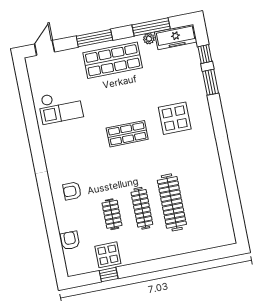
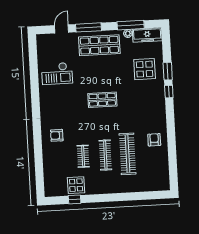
door: (45, 48) -> (62, 29), moved
window: (205, 54) -> (169, 92), moved
display table: (175, 118) -> (145, 69), moved
armchair: (70, 240) -> (154, 140), moved

